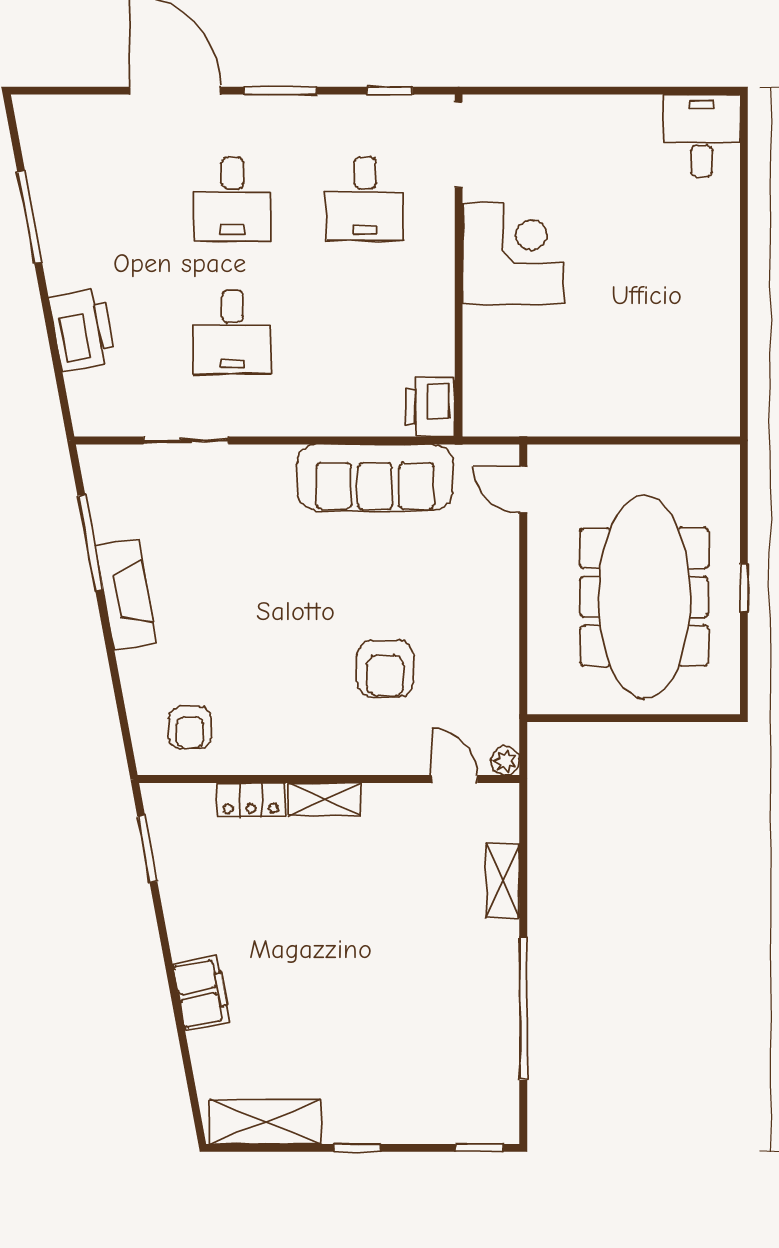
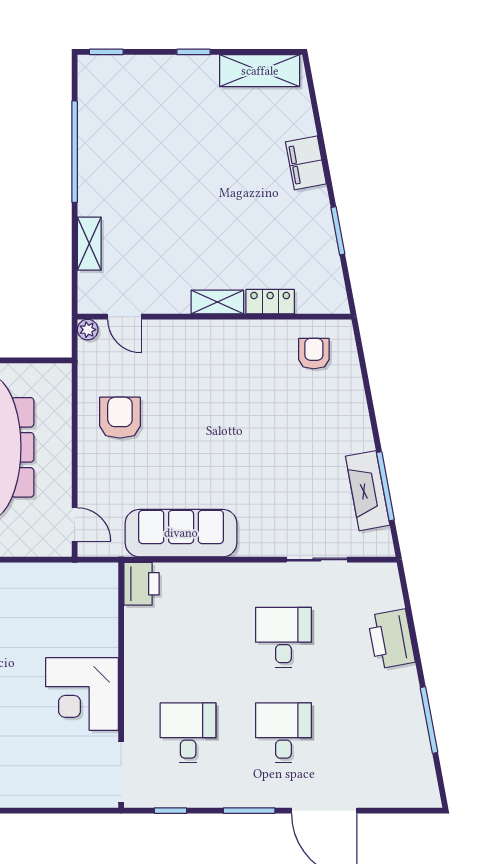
fireplace: (126, 594) -> (368, 491), moved
armchair: (385, 669) -> (120, 418), moved
window: (147, 849) -> (338, 231), moved

